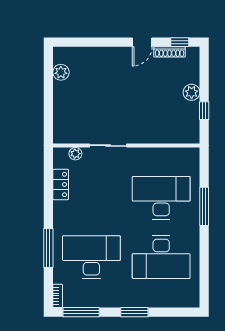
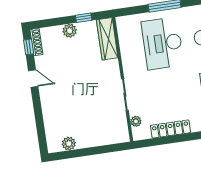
shoe rack: (170, 52) -> (36, 42), moved
wardrobe: (176, 134) -> (107, 39), added
locker: (61, 185) -> (171, 129), width x1.53

